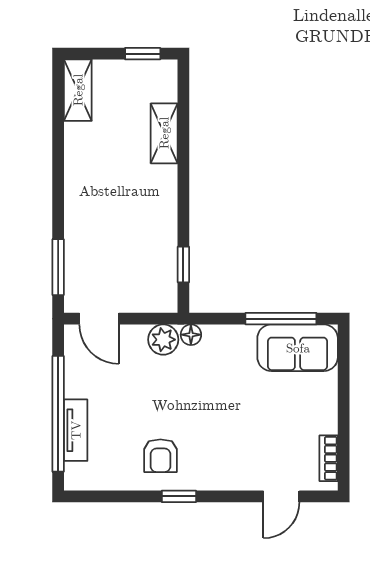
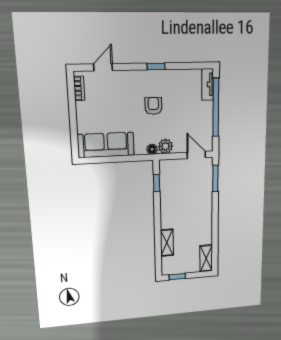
window: (281, 319) -> (108, 159), removed
sofa: (298, 348) -> (106, 145), width x1.36
tv unit: (76, 430) -> (208, 84), moved
armchair: (160, 456) -> (153, 106), moved

